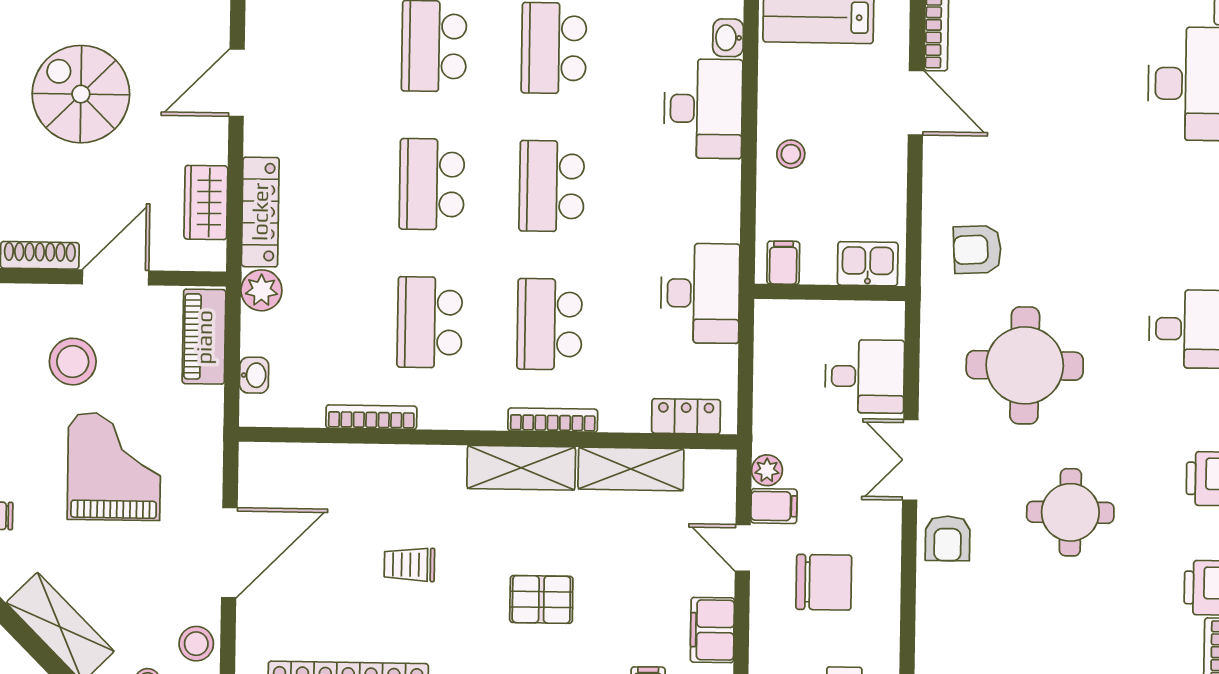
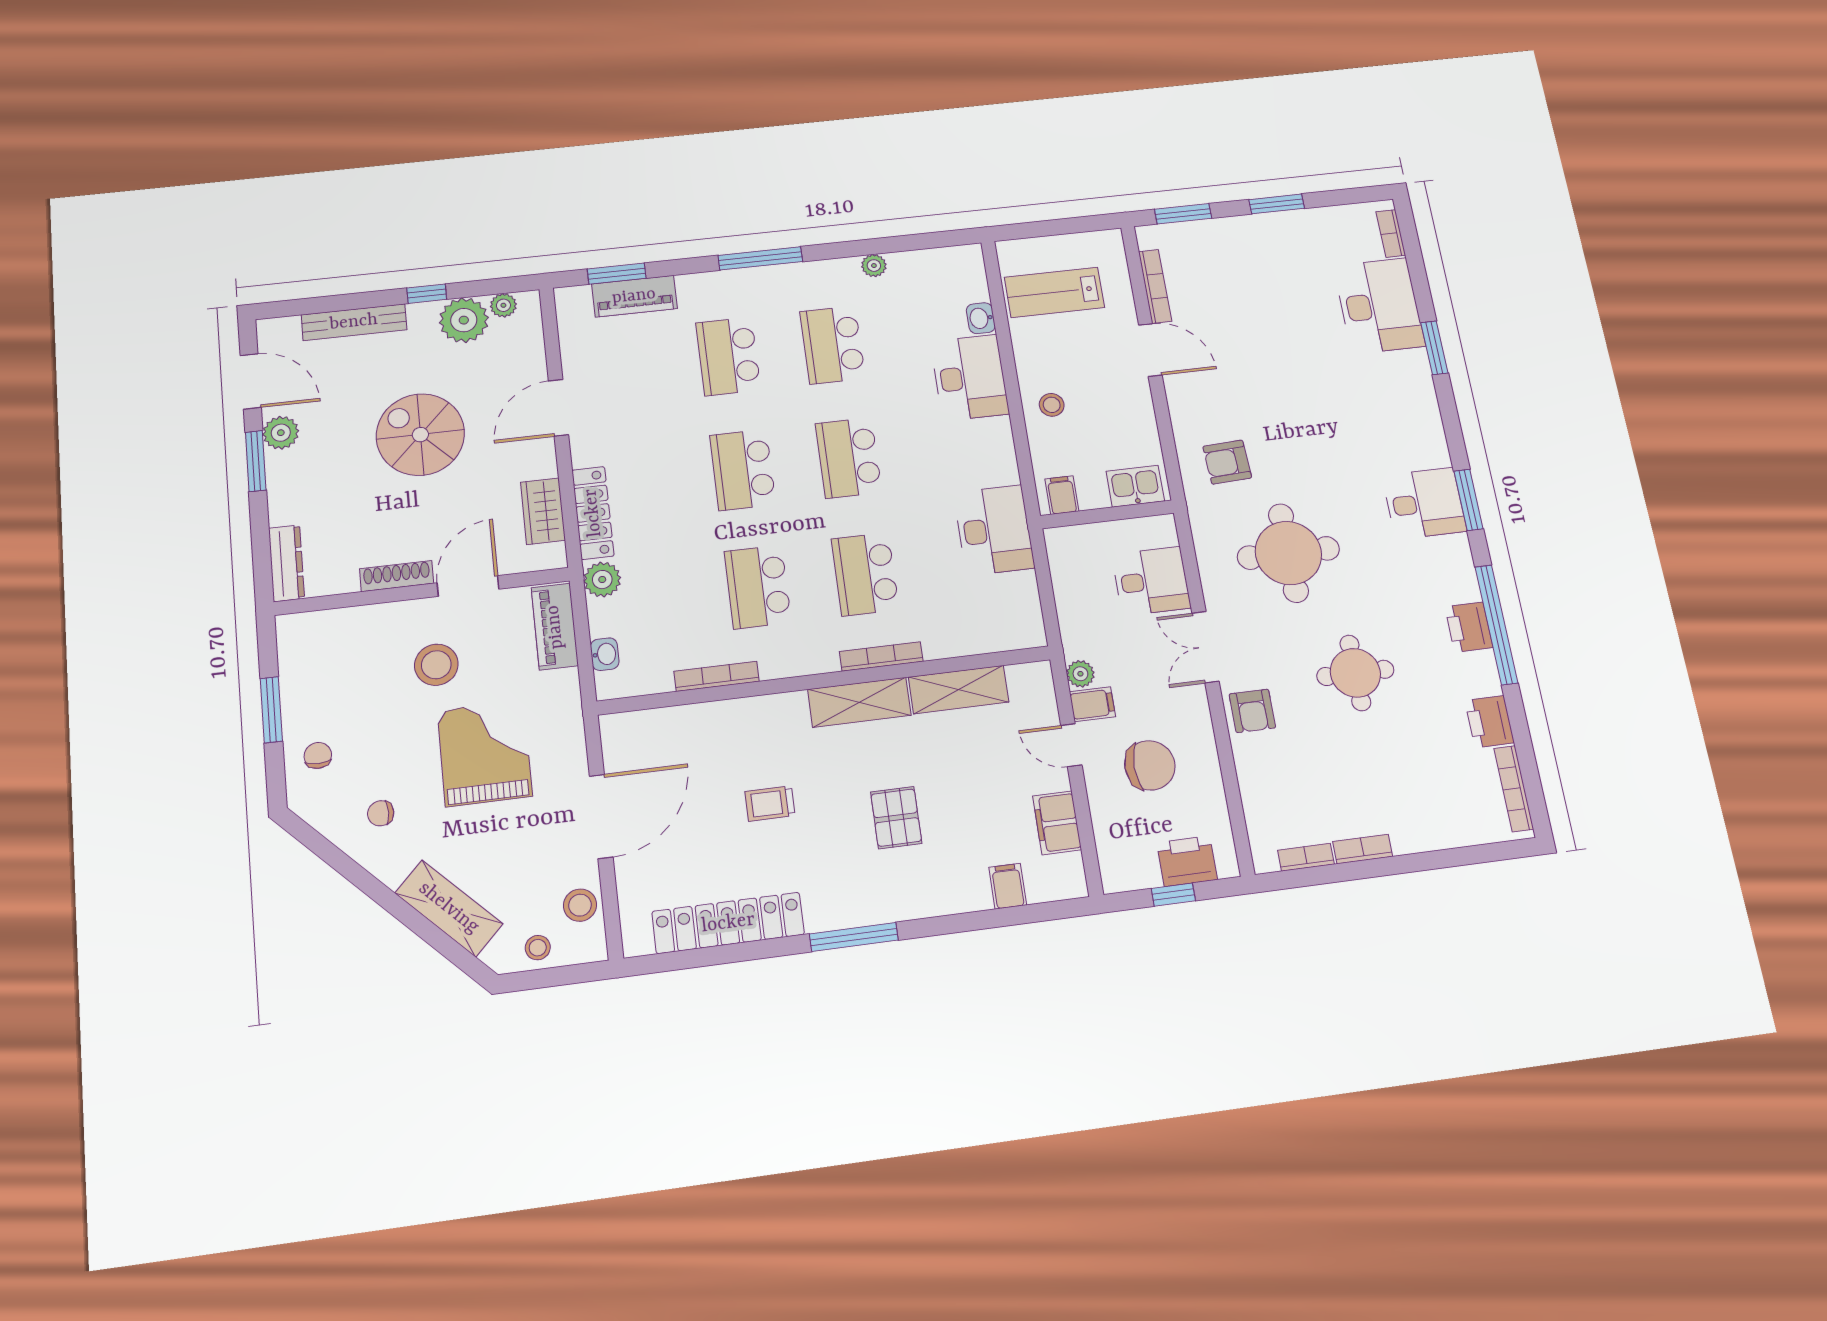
locker: (686, 416) -> (1000, 637), removed
pallet: (541, 599) -> (896, 818), turned 90

